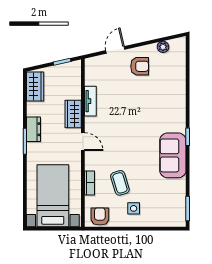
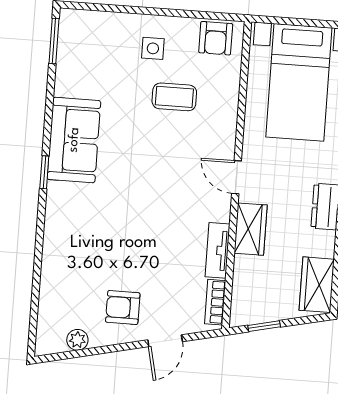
bookcase: (90, 183) -> (215, 302), moved
coffee table: (120, 183) -> (174, 97), turned -73

